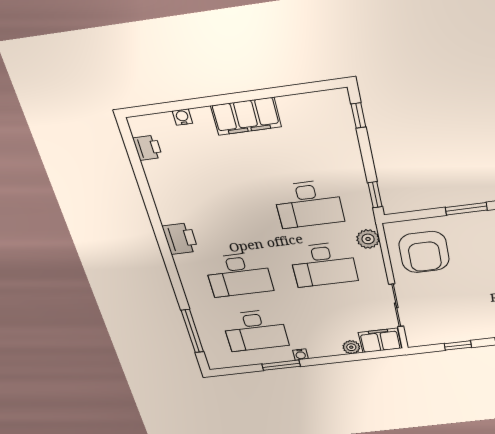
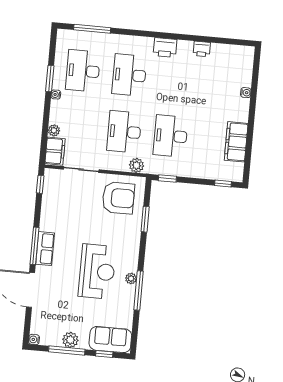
filing cabinet: (246, 116) -> (236, 142), moved
water cooler: (182, 117) -> (246, 93), moved
printer: (147, 148) -> (202, 49), moved
window: (466, 209) -> (145, 219), moved
armchair: (424, 252) -> (118, 198), turned 180
window: (458, 345) -> (40, 184), moved

